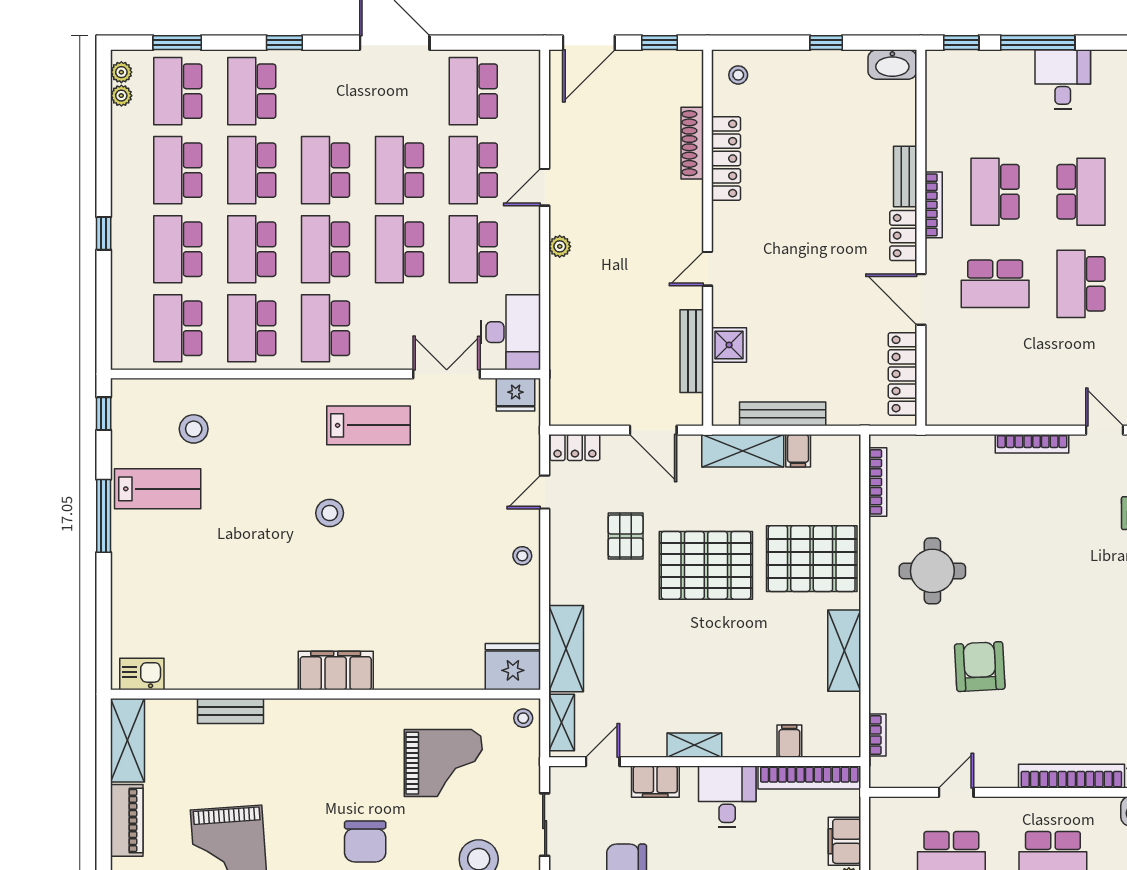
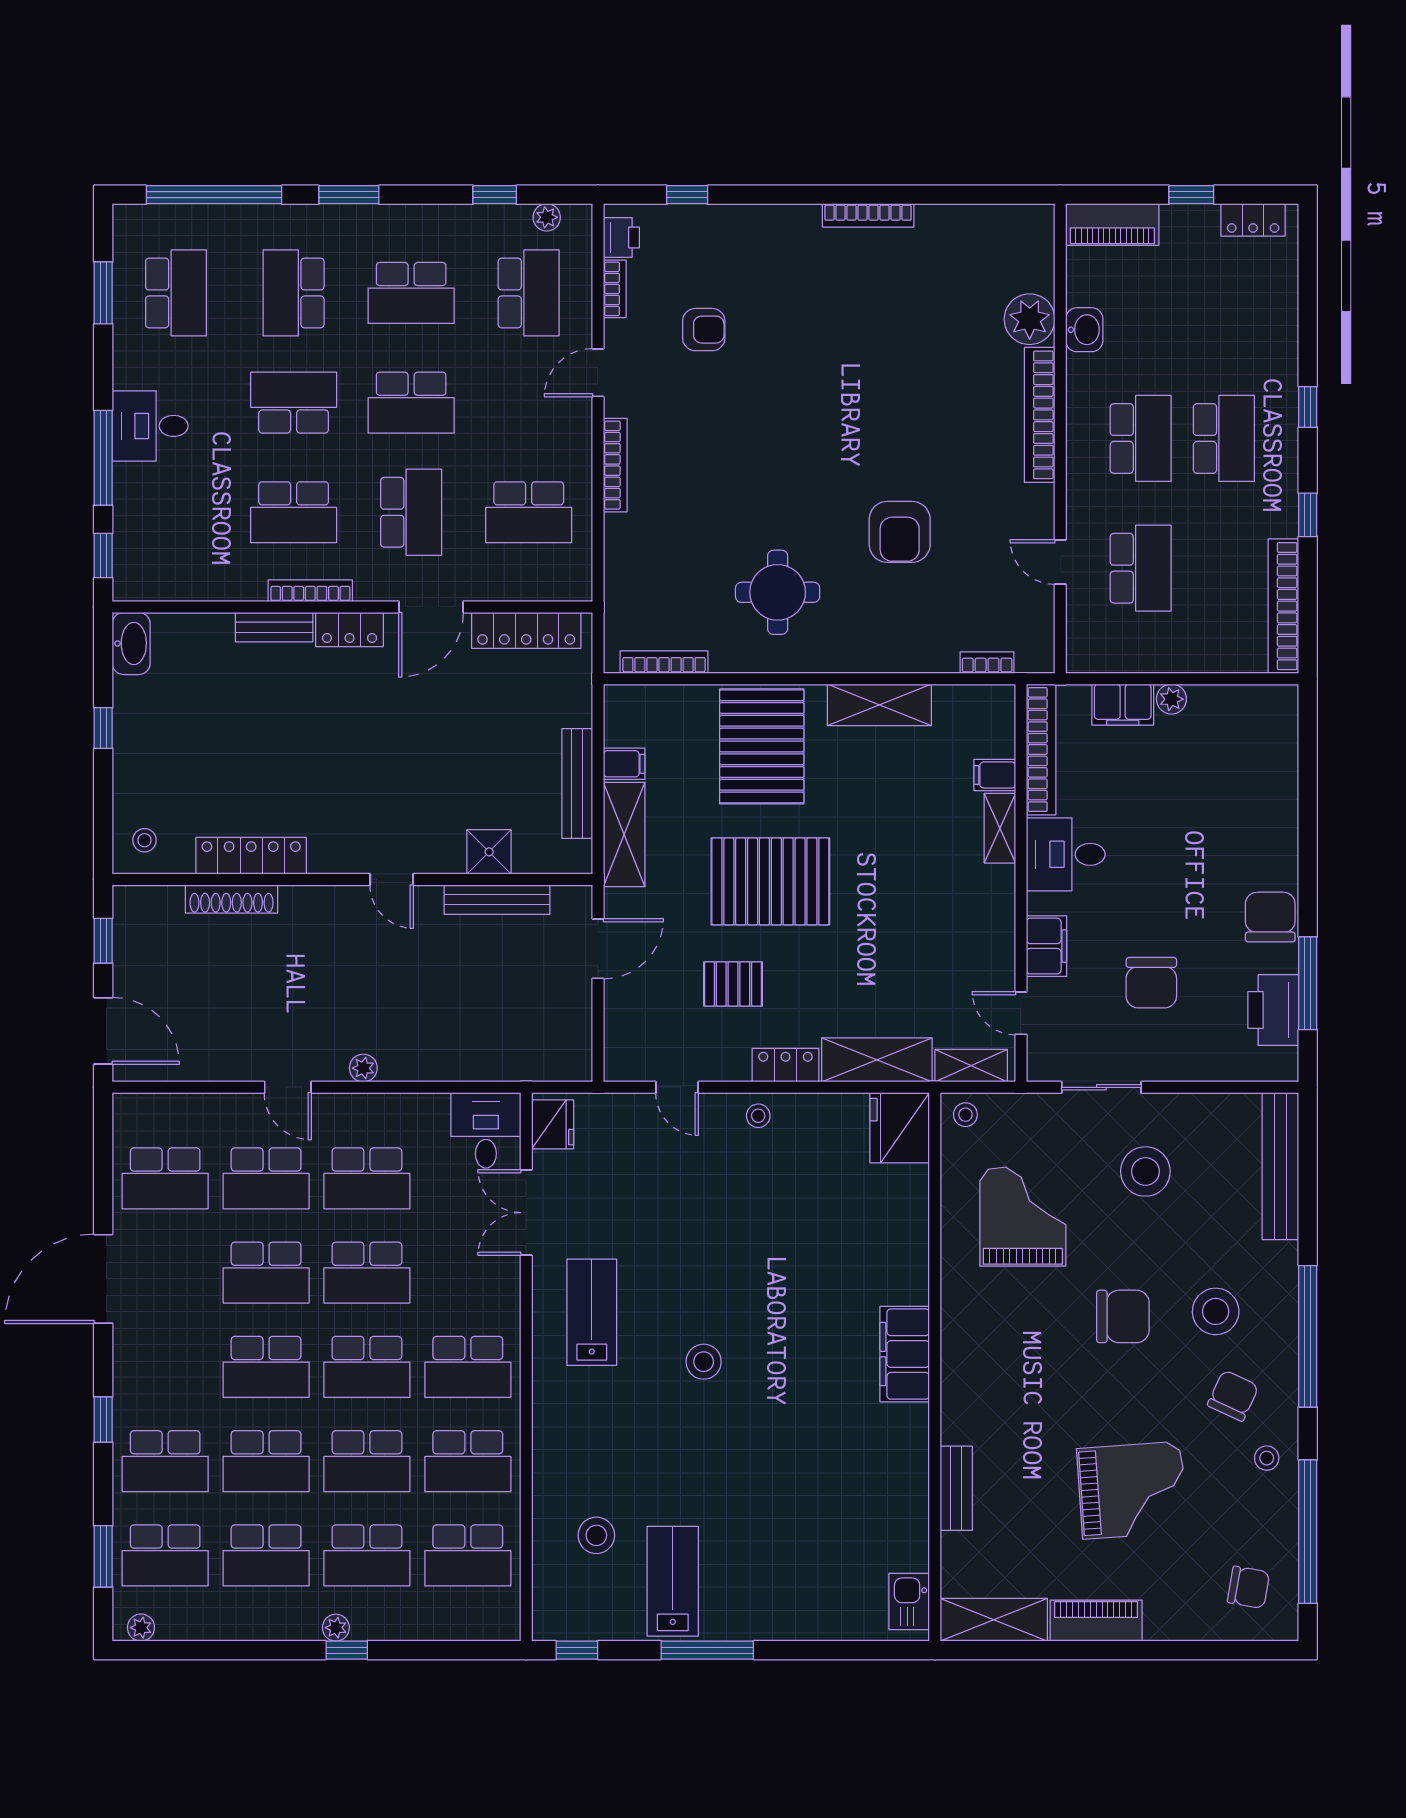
plant: (121, 96) -> (336, 1628), moved
desk: (511, 332) -> (486, 1130), width x0.73
school desk: (995, 376) -> (529, 512), added
locker: (575, 448) -> (786, 1065), moved, turned -90
pallet: (706, 565) -> (770, 881), turned 90
armchair: (980, 667) -> (900, 532), turned -87
shelving: (694, 745) -> (1000, 828), moved

